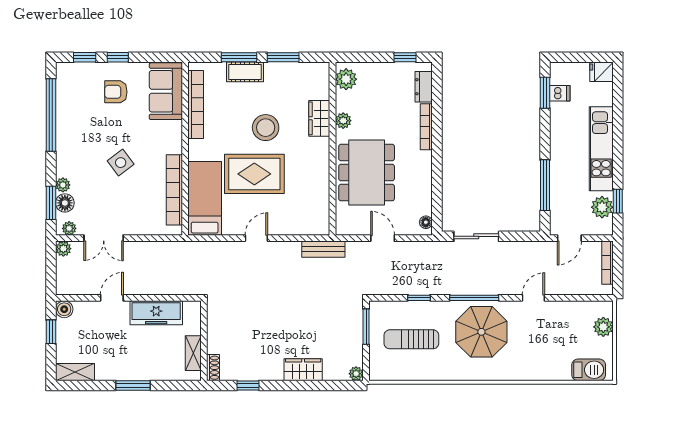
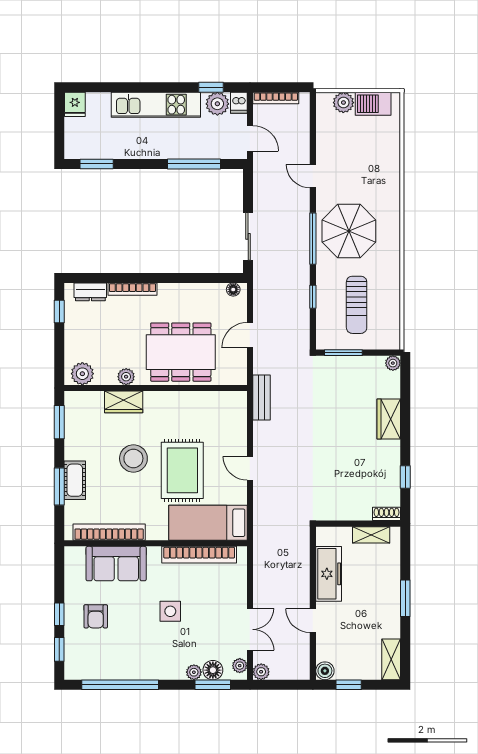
window: (283, 57) -> (59, 422), moved
sofa: (166, 91) -> (116, 564), moved
dishwasher: (560, 93) -> (239, 103), moved, turned 180
side table: (121, 163) -> (170, 611), turned 37
barbecue: (589, 370) -> (373, 104), moved, turned -90

